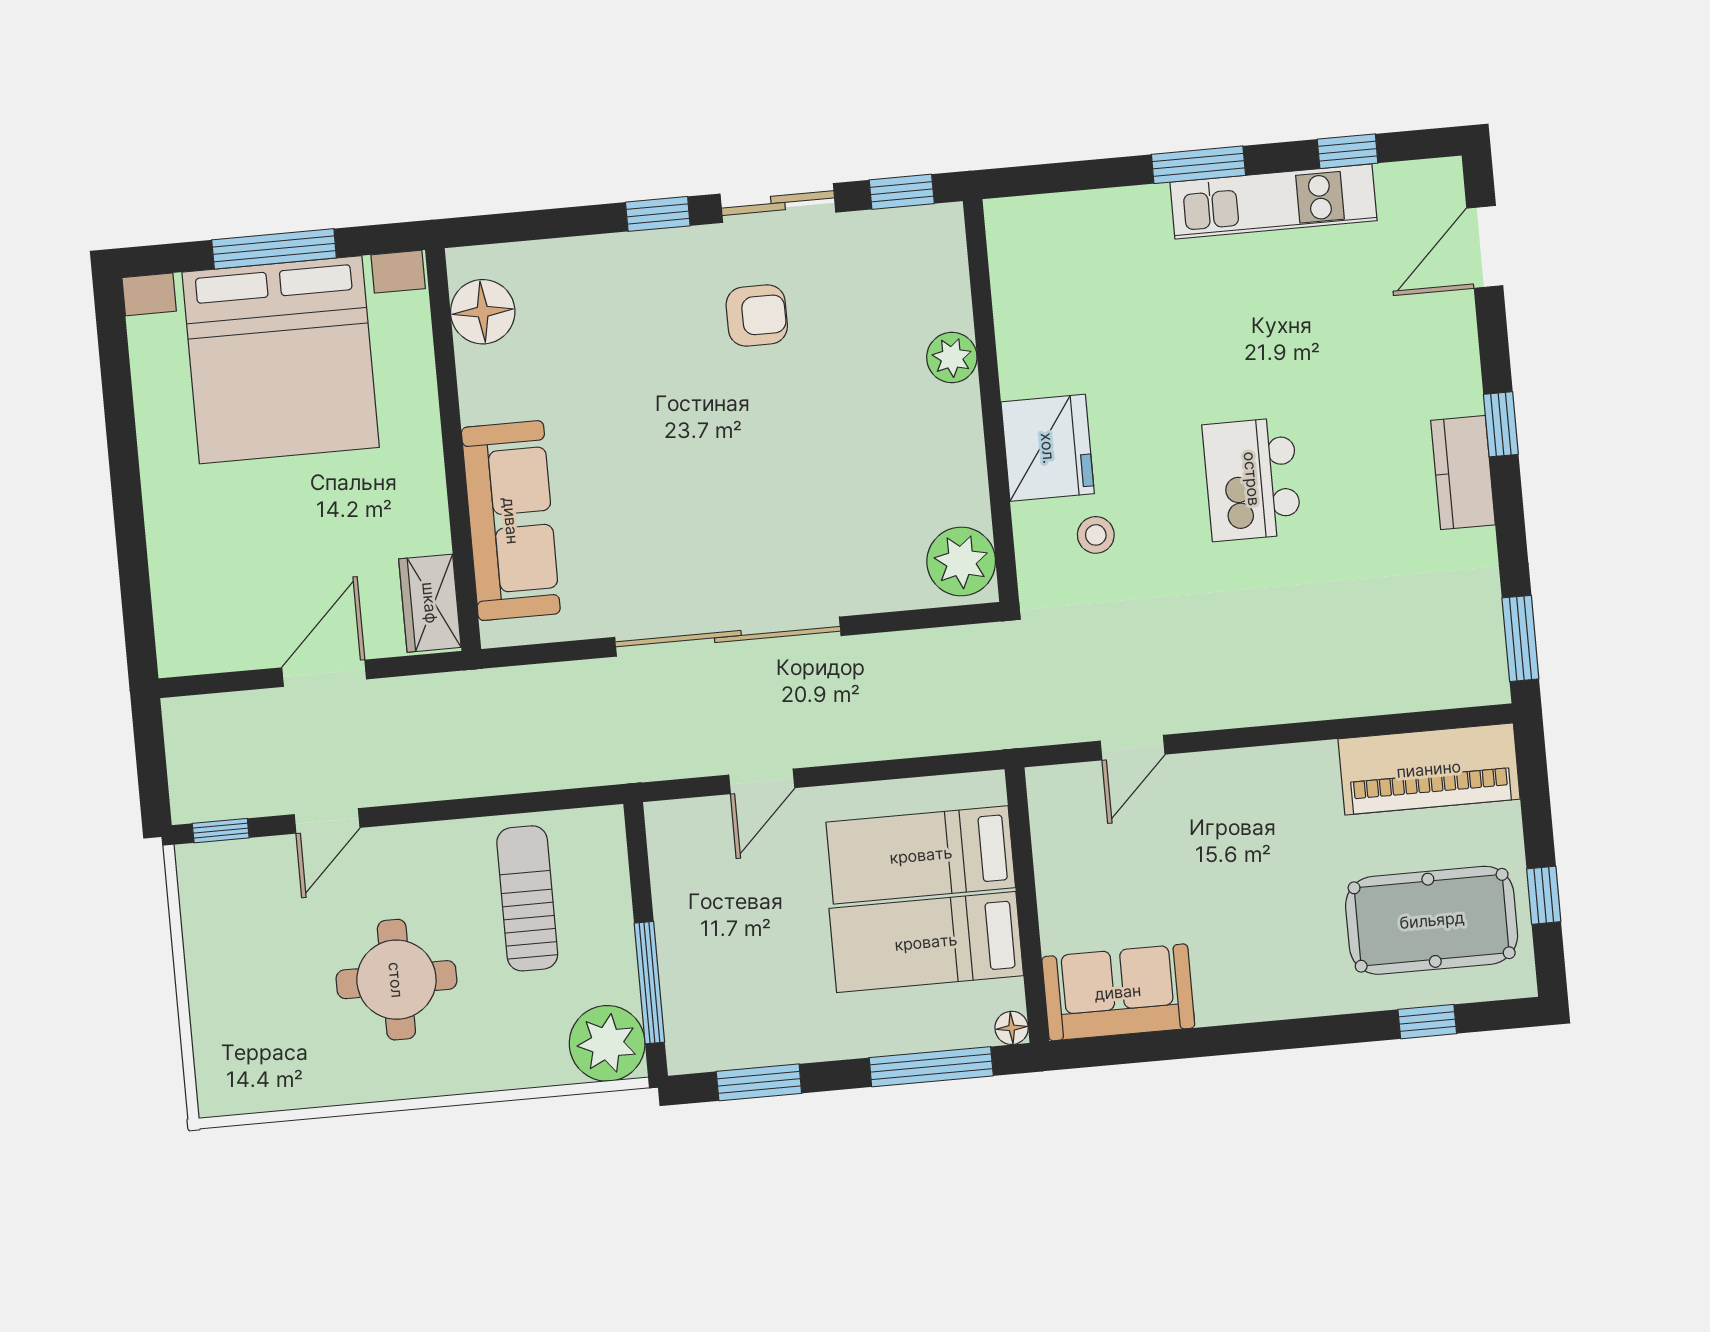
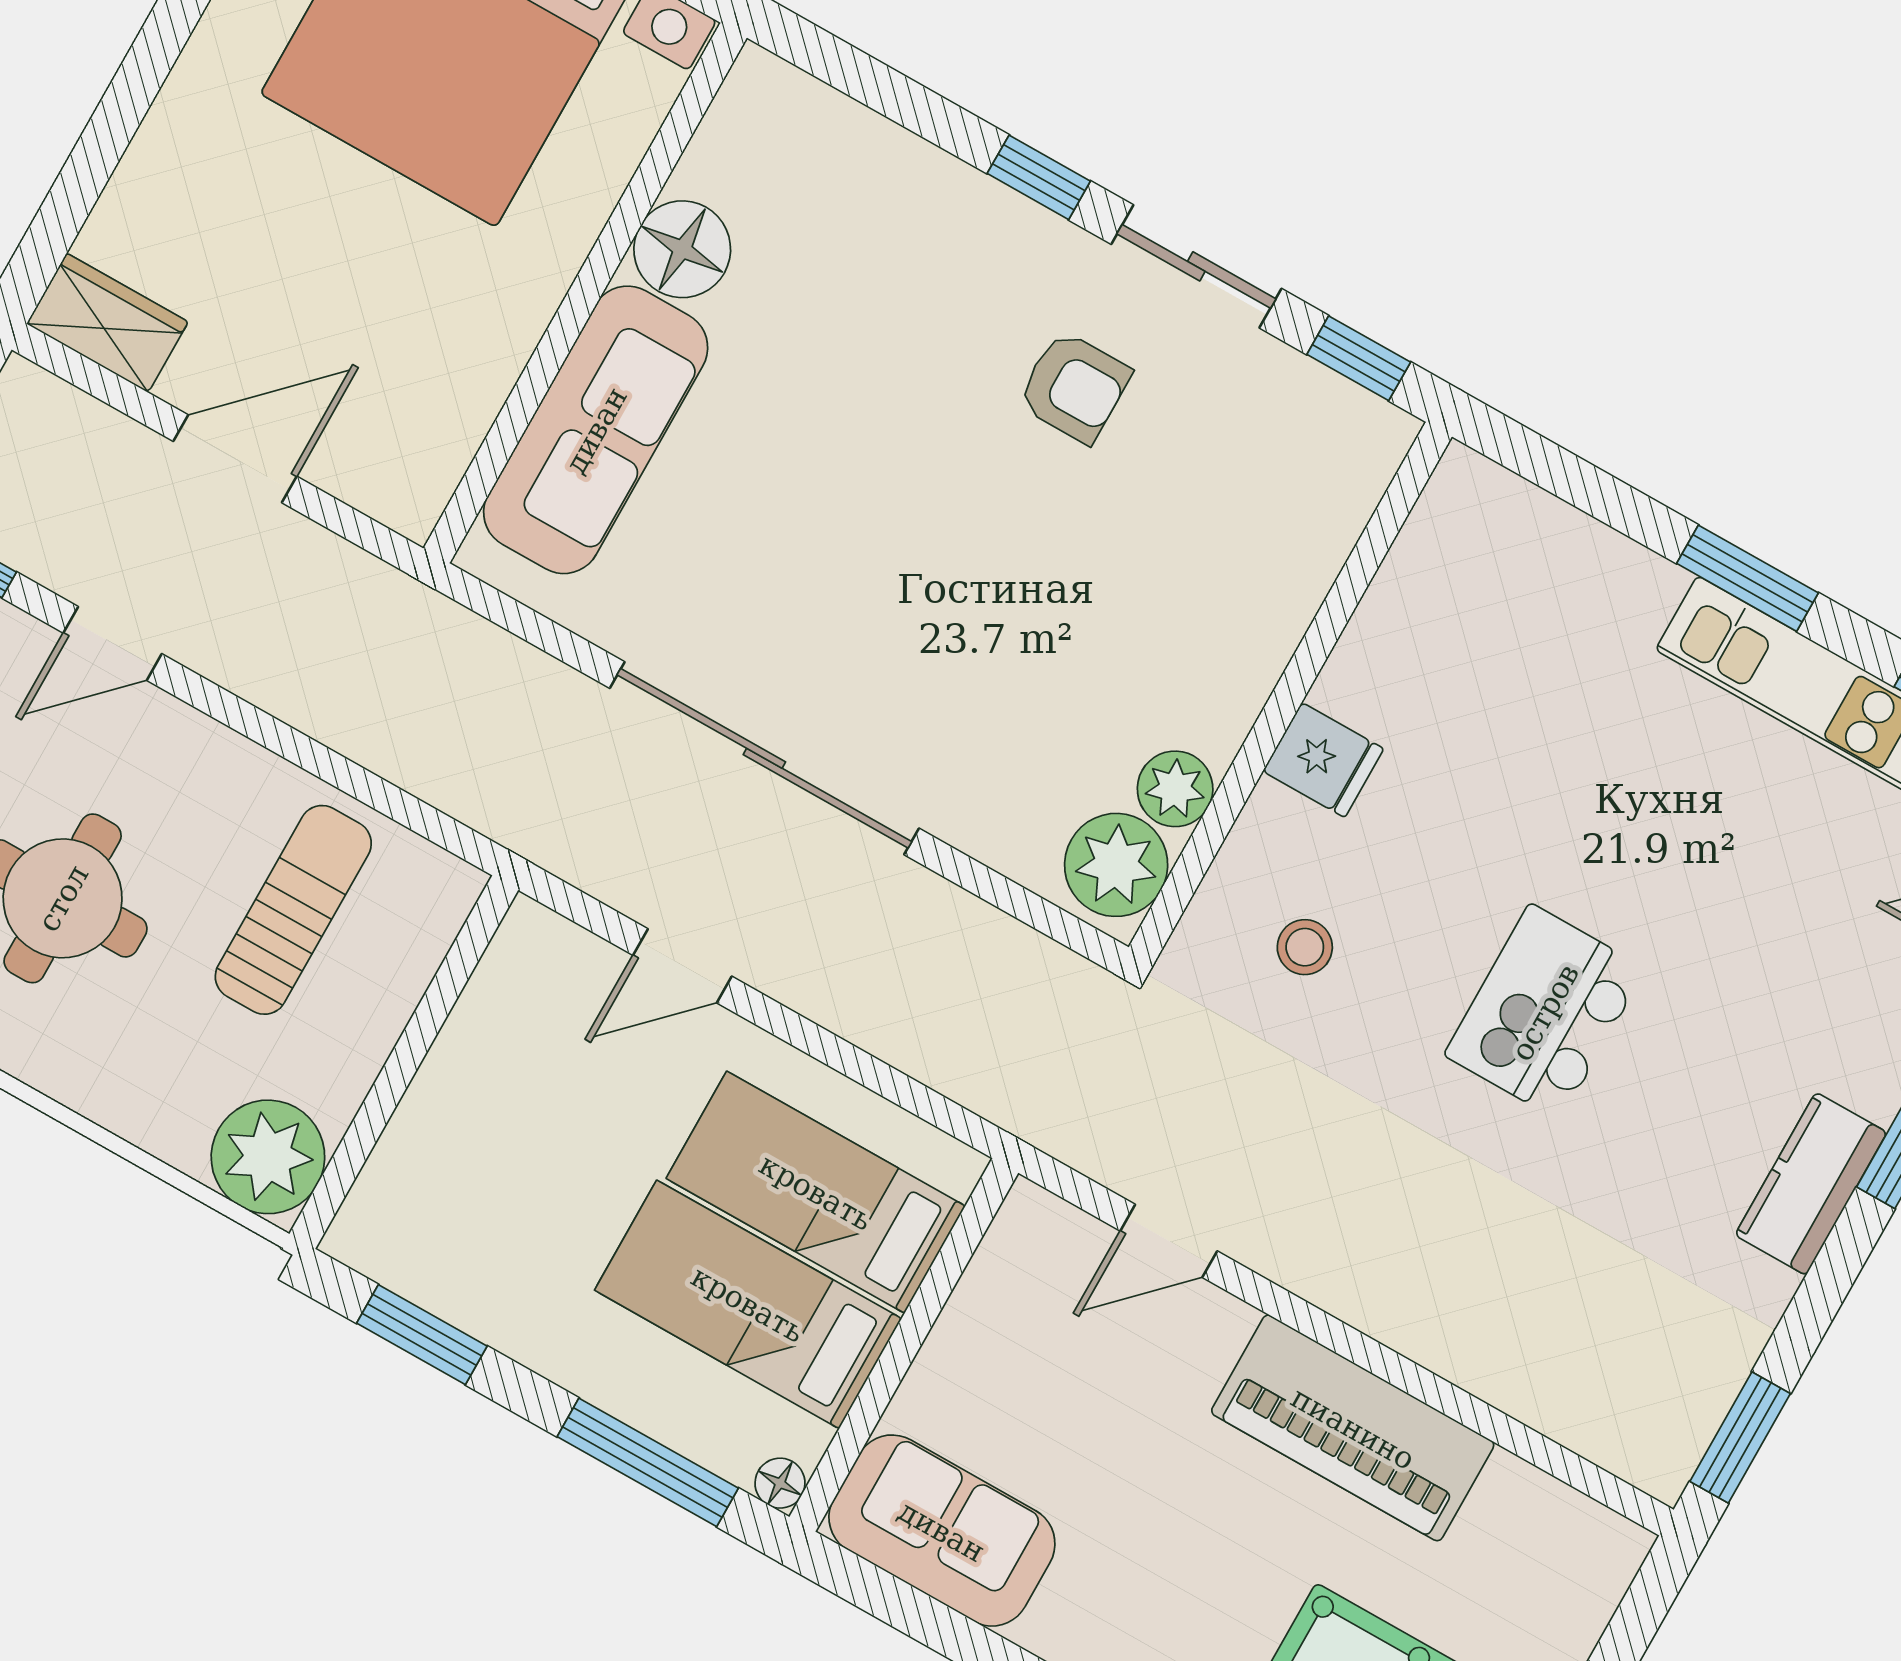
floor lamp: (483, 312) -> (682, 249), moved
plant: (952, 358) -> (1175, 789), moved
fridge: (1048, 448) -> (1323, 760), width x0.53, depth x0.75
wardrobe: (430, 603) -> (107, 323), moved, turned 90
piano: (1429, 769) -> (1353, 1428), moved
window: (649, 983) -> (372, 1118), removed

